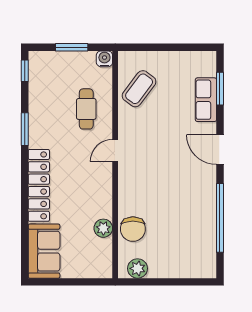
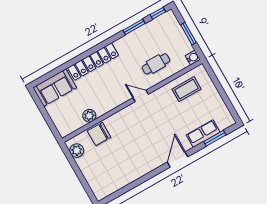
coffee table: (139, 89) -> (187, 89), turned -37
window: (25, 129) -> (134, 27), moved
window: (220, 218) -> (136, 183), removed

